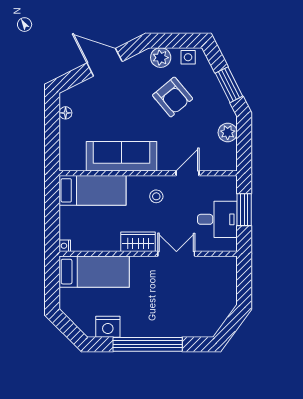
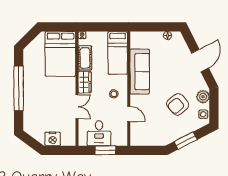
plant: (228, 133) -> (155, 140), removed
cot: (100, 241) -> (85, 58), added
bed: (94, 272) -> (60, 54), width x1.50
nightstand: (108, 327) -> (53, 139), moved, turned -90

